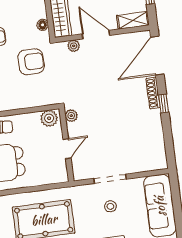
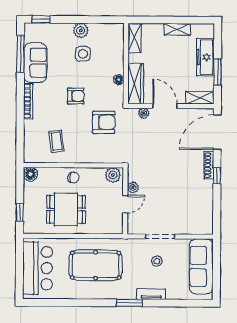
floor lamp: (43, 25) -> (119, 80), moved
plant: (71, 116) -> (133, 187), moved

